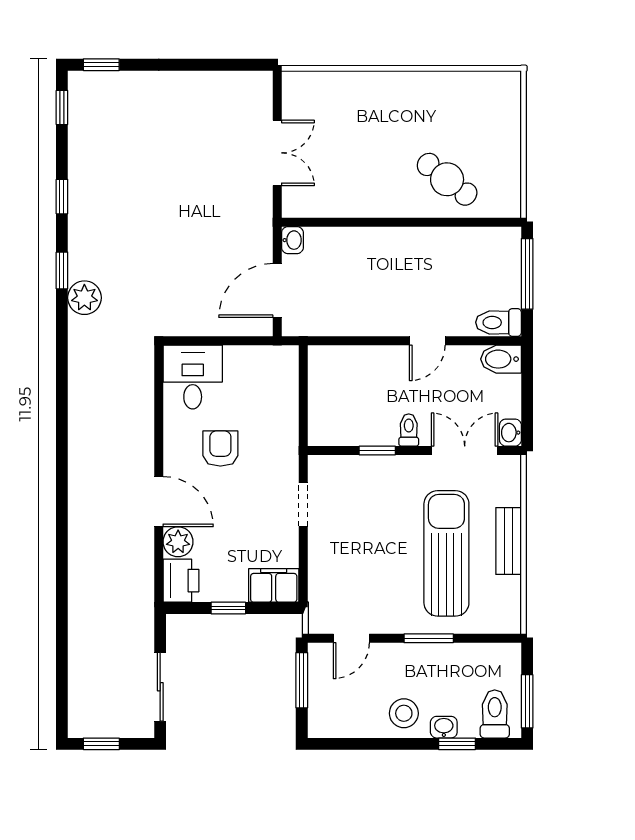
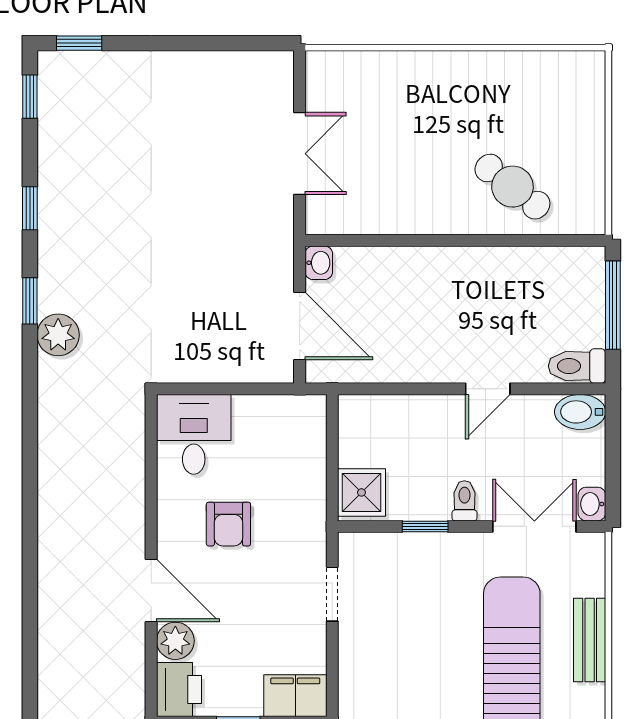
door: (277, 290) -> (300, 326), swing flipped
shower: (327, 423) -> (361, 492), added
armchair: (220, 449) -> (228, 524), turned 180

